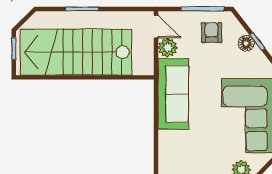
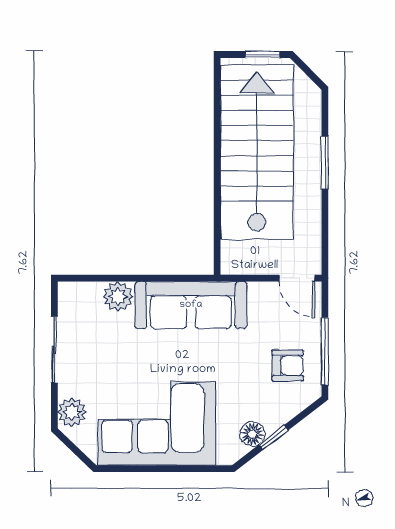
door: (156, 27) -> (297, 278), hinge flipped
floor lamp: (246, 43) -> (252, 434), moved
plant: (168, 48) -> (118, 297), moved

